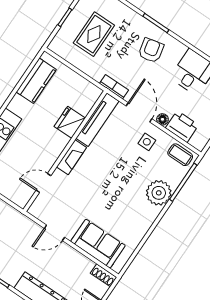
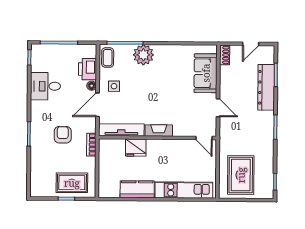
rug: (94, 34) -> (72, 183), moved
armchair: (151, 50) -> (63, 135), moved, turned 103
kitchen counter: (36, 81) -> (137, 189), moved
bookcase: (114, 87) -> (91, 145), moved
door: (43, 183) -> (204, 138), moved

